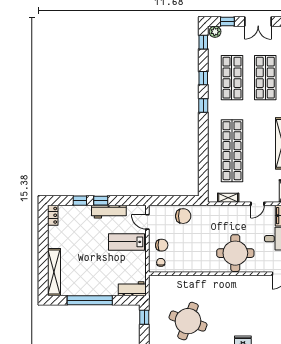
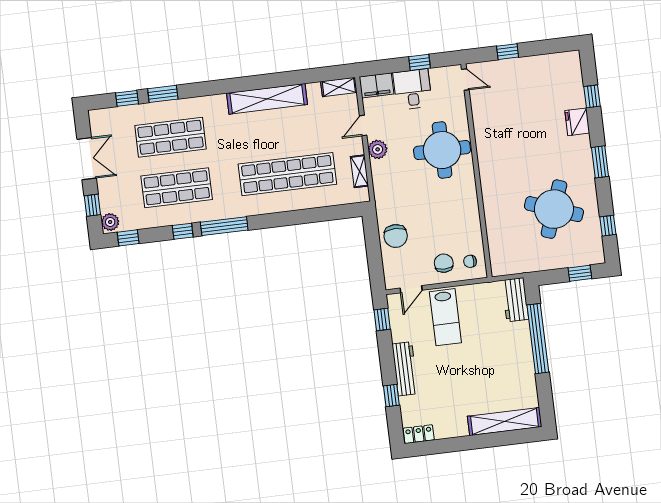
window: (203, 105) -> (224, 226), width x2.17
window: (101, 201) -> (382, 319), moved
door: (258, 204) -> (363, 125), swing flipped
plant: (241, 211) -> (378, 149), added
workbench: (109, 212) -> (405, 369), moved
chair: (183, 216) -> (396, 236), turned 180
window: (90, 300) -> (538, 339), moved
window: (144, 317) -> (580, 273), moved

